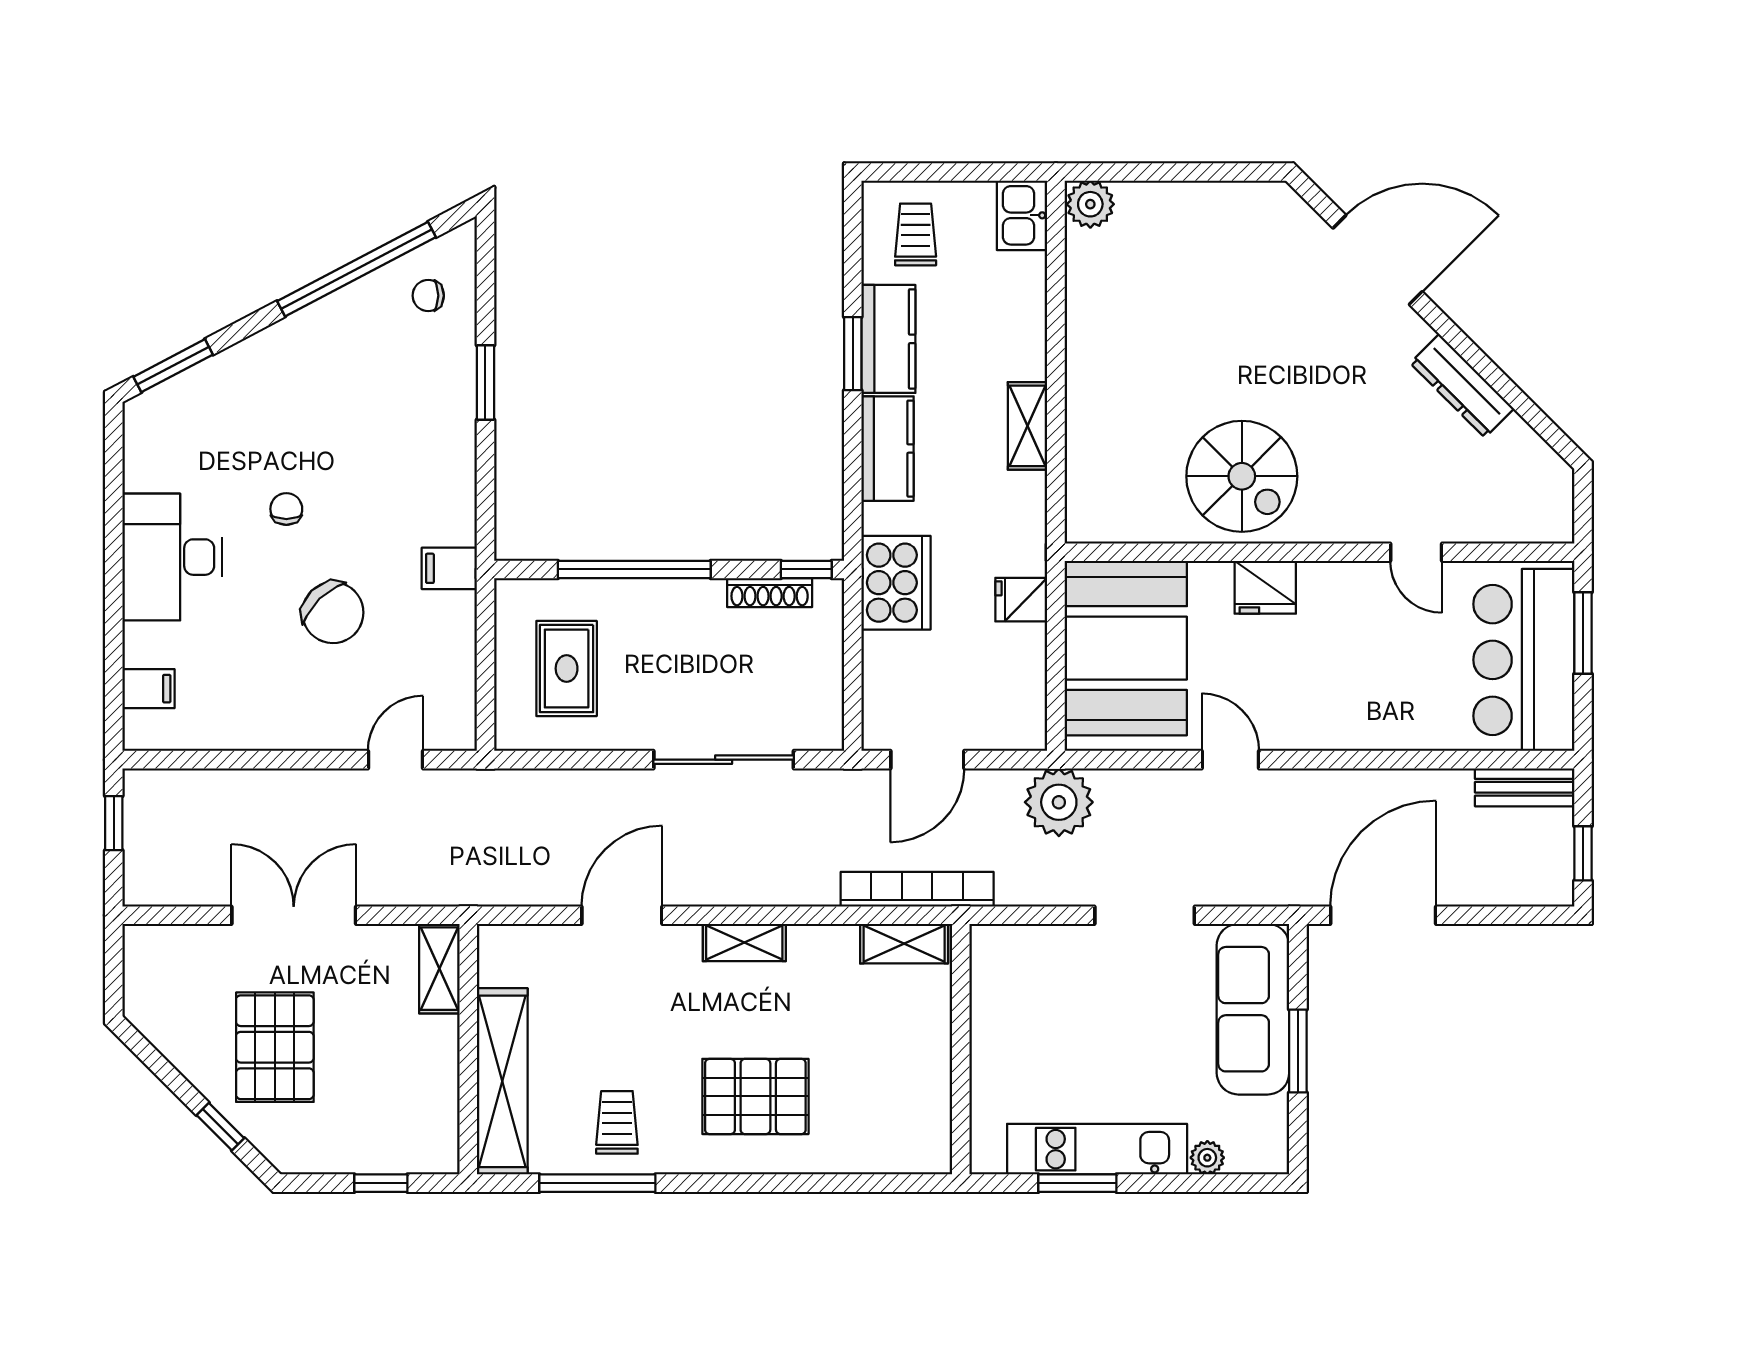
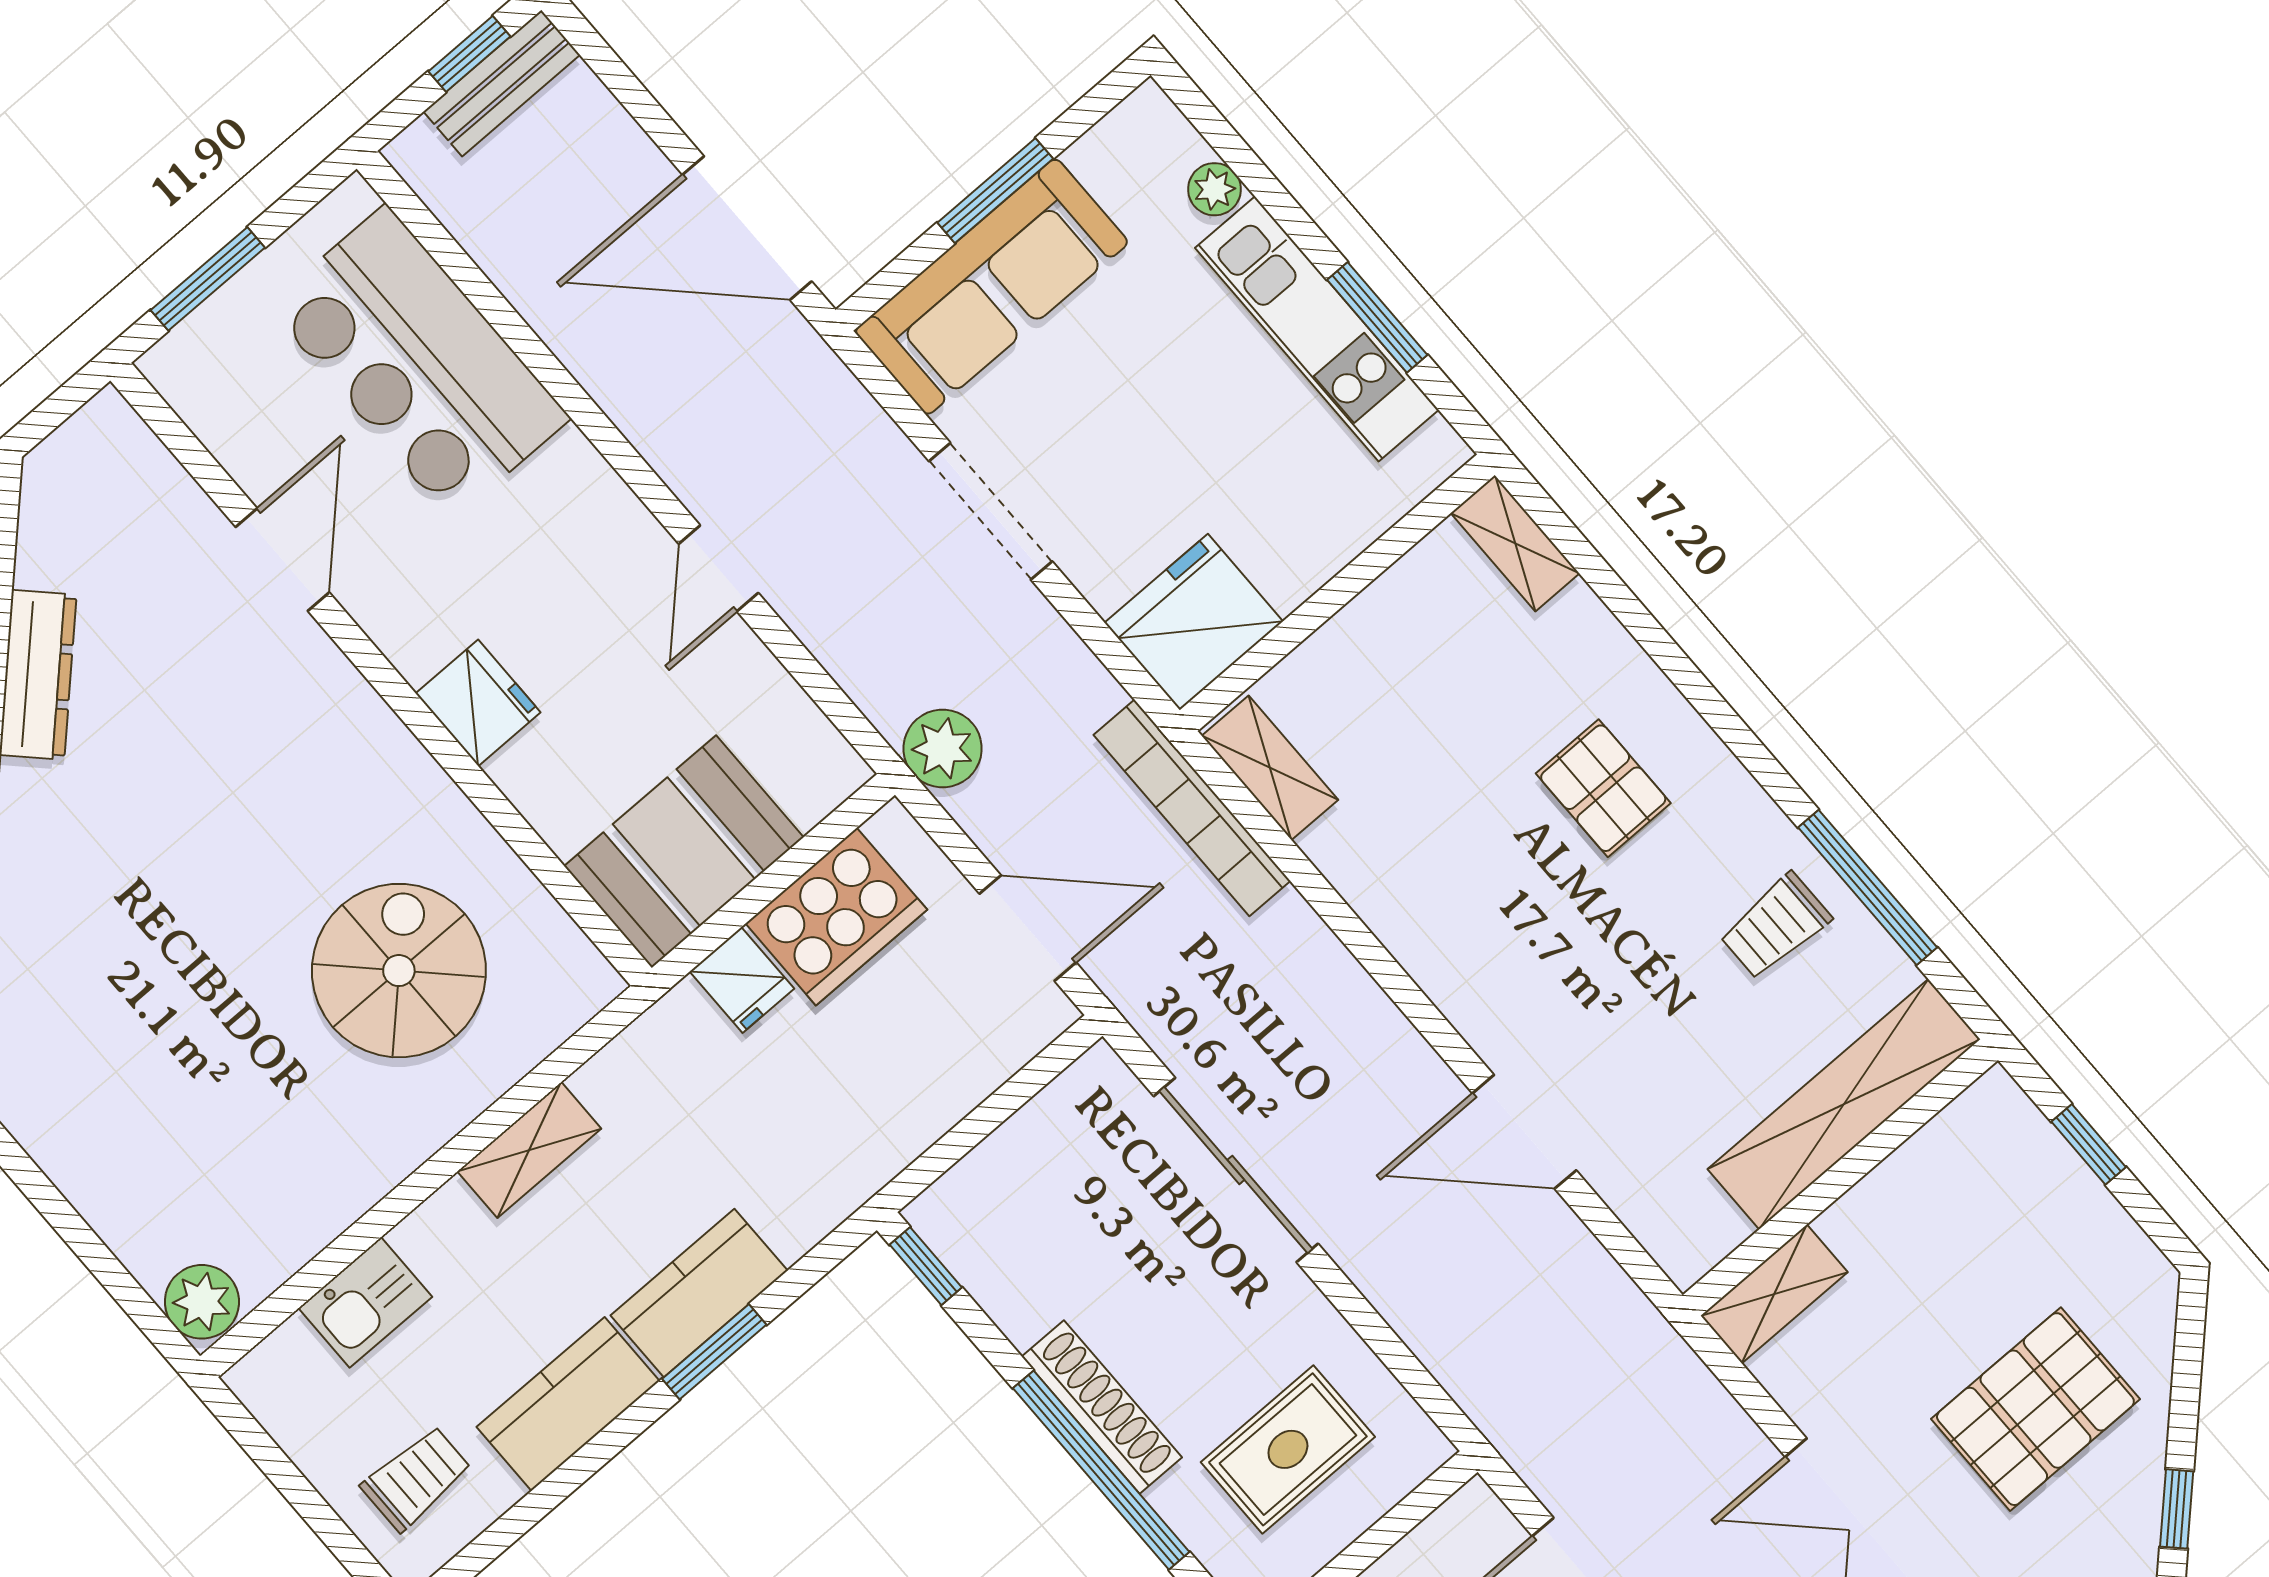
kitchen sink: (1022, 215) -> (365, 1302), moved
trolley: (916, 234) -> (416, 1478), turned 180
window: (853, 354) -> (714, 1352), moved
spiral stairs: (1242, 476) -> (399, 971), moved
door: (1416, 552) -> (282, 560), width x1.38
cooker: (896, 583) -> (836, 917), moved, turned 180
shoe rack: (770, 593) -> (1102, 1407), moved, width x1.36, depth x1.24
booth: (1126, 648) -> (684, 852), width x0.73, depth x0.70
bar counter: (1524, 660) -> (419, 362), moved, turned 90
bench: (1525, 787) -> (502, 83), moved, turned 90
plant: (1059, 802) -> (943, 748), width x0.73, depth x0.73
shelving: (744, 943) -> (1515, 543), moved
fridge: (1006, 967) -> (1194, 622), added
pallet: (755, 1096) -> (1603, 788), width x0.67, depth x0.71
window: (220, 1127) -> (2177, 1509), moved

